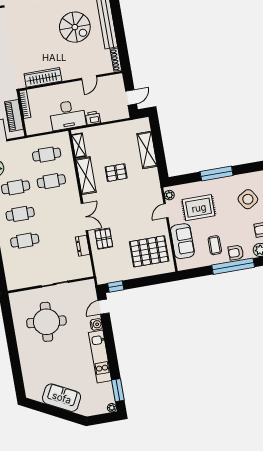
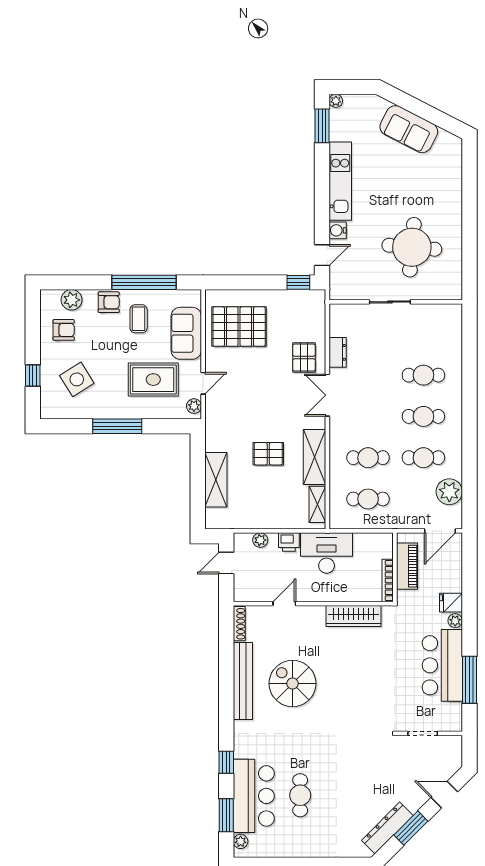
plant: (112, 116) -> (260, 540), added
window: (233, 266) -> (144, 282), moved

